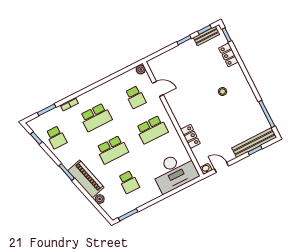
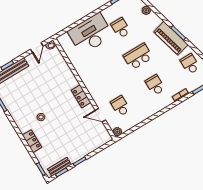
locker: (228, 55) -> (32, 141), moved
school desk: (96, 117) -> (155, 85), width x0.54
school desk: (152, 130) -> (103, 77), removed
locker: (190, 136) -> (81, 96), moved
door: (222, 167) -> (37, 48), hinge flipped
desk: (175, 172) -> (91, 34), moved
piano: (86, 179) -> (171, 38), moved

